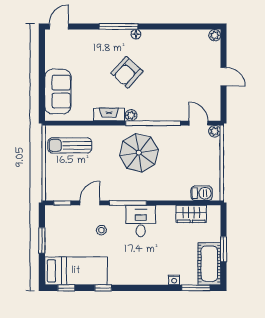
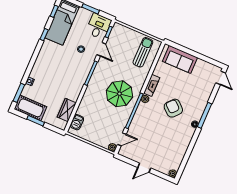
desk: (141, 221) -> (98, 26), moved, turned -90

